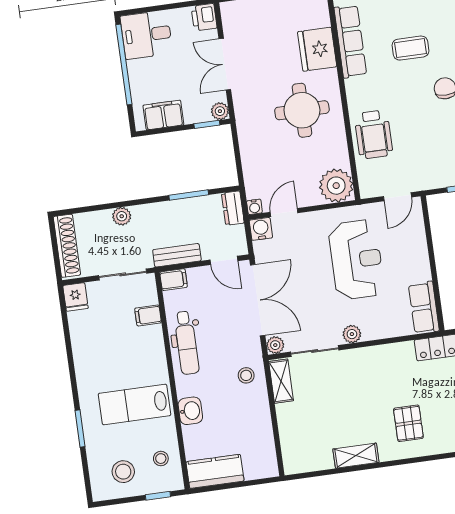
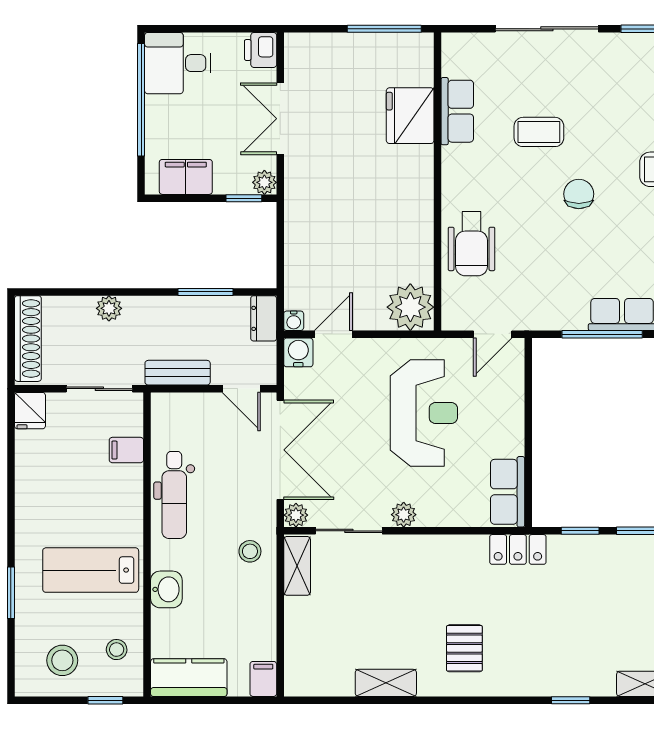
row of seats: (350, 41) -> (457, 111), width x0.68
round table: (302, 110) -> (377, 197), removed
filing cabinet: (174, 280) -> (263, 679), moved, turned -90

